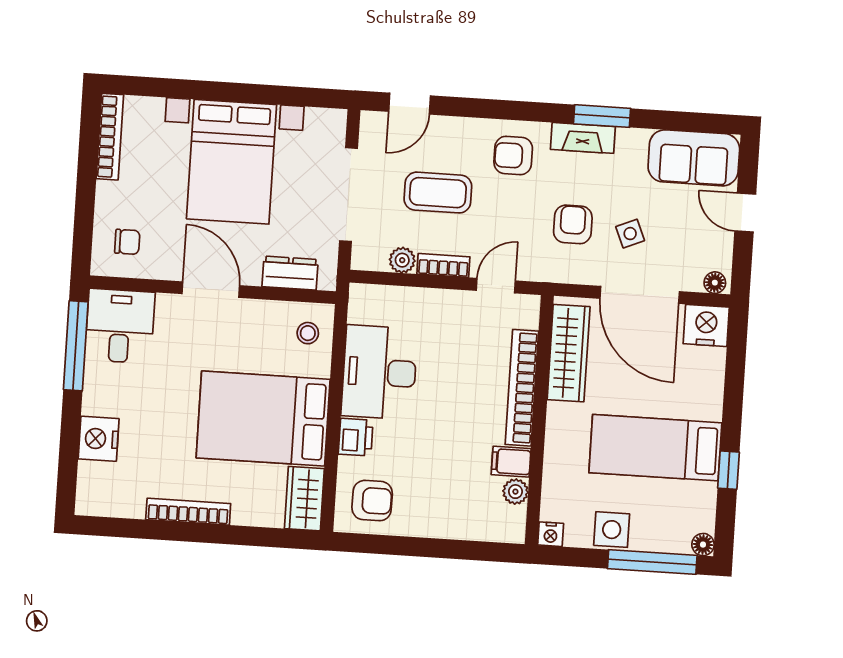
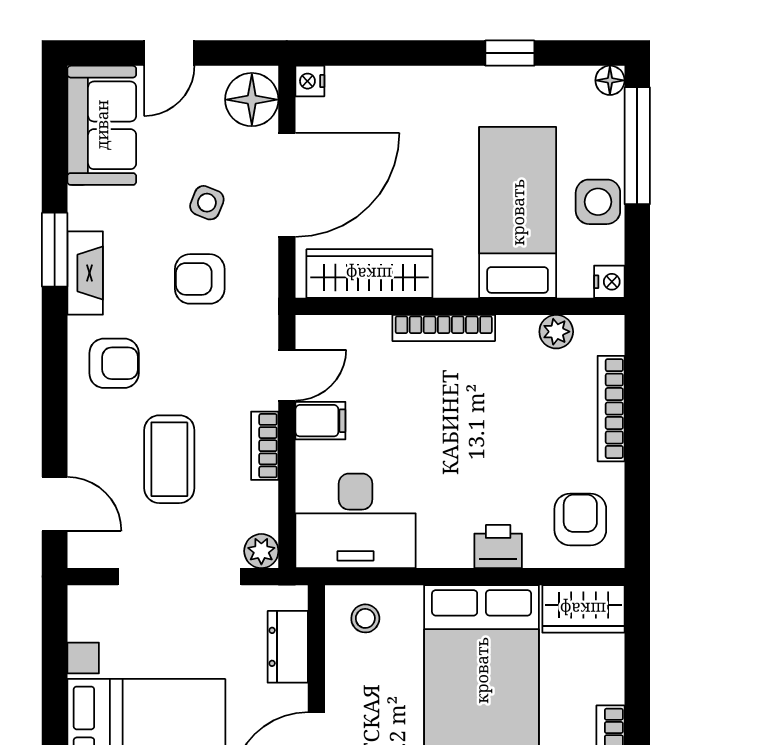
armchair: (513, 155) -> (114, 363), turned -90
side table: (630, 234) -> (207, 203), turned 45
plant: (402, 260) -> (261, 551), moved
floor lamp: (715, 283) -> (252, 100), width x1.89, depth x1.89
door: (496, 286) -> (287, 375), swing flipped
nightstand: (706, 325) -> (310, 81), width x0.53, depth x0.56
desk: (379, 372) -> (356, 521), moved
bookcase: (522, 388) -> (444, 328), width x0.68, depth x0.76
bed: (655, 448) -> (518, 212), moved, turned 180
filing cabinet: (511, 462) -> (320, 421), moved, turned -90
bookcase: (455, 529) -> (611, 409), added

